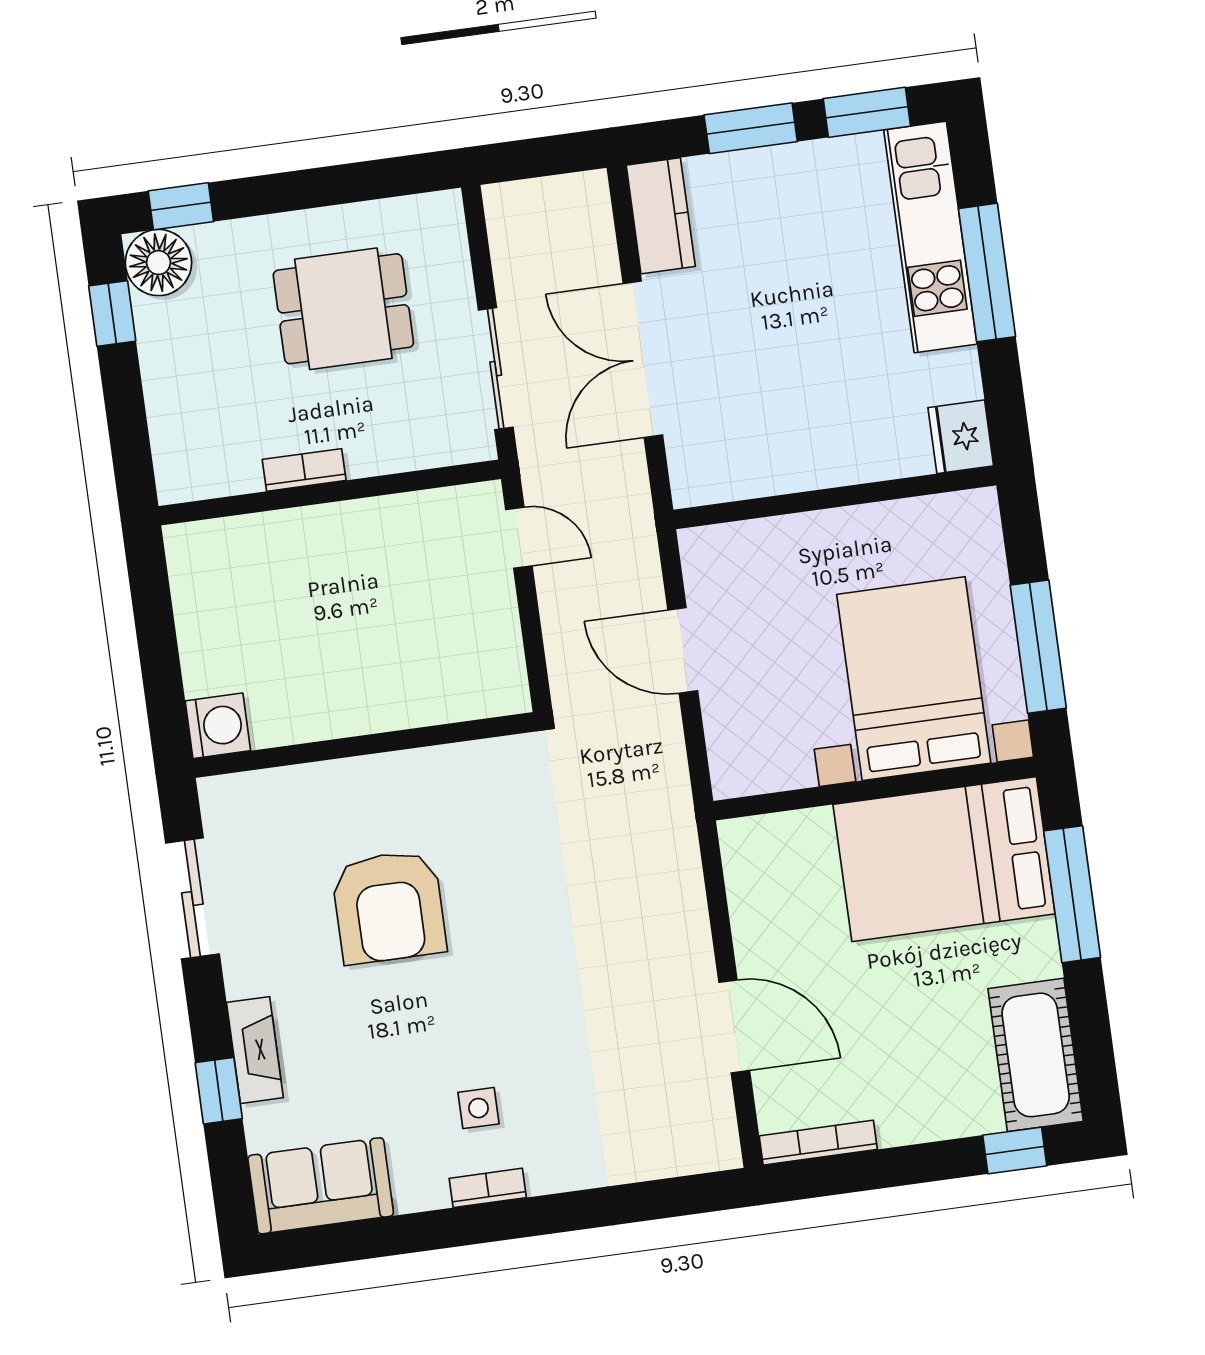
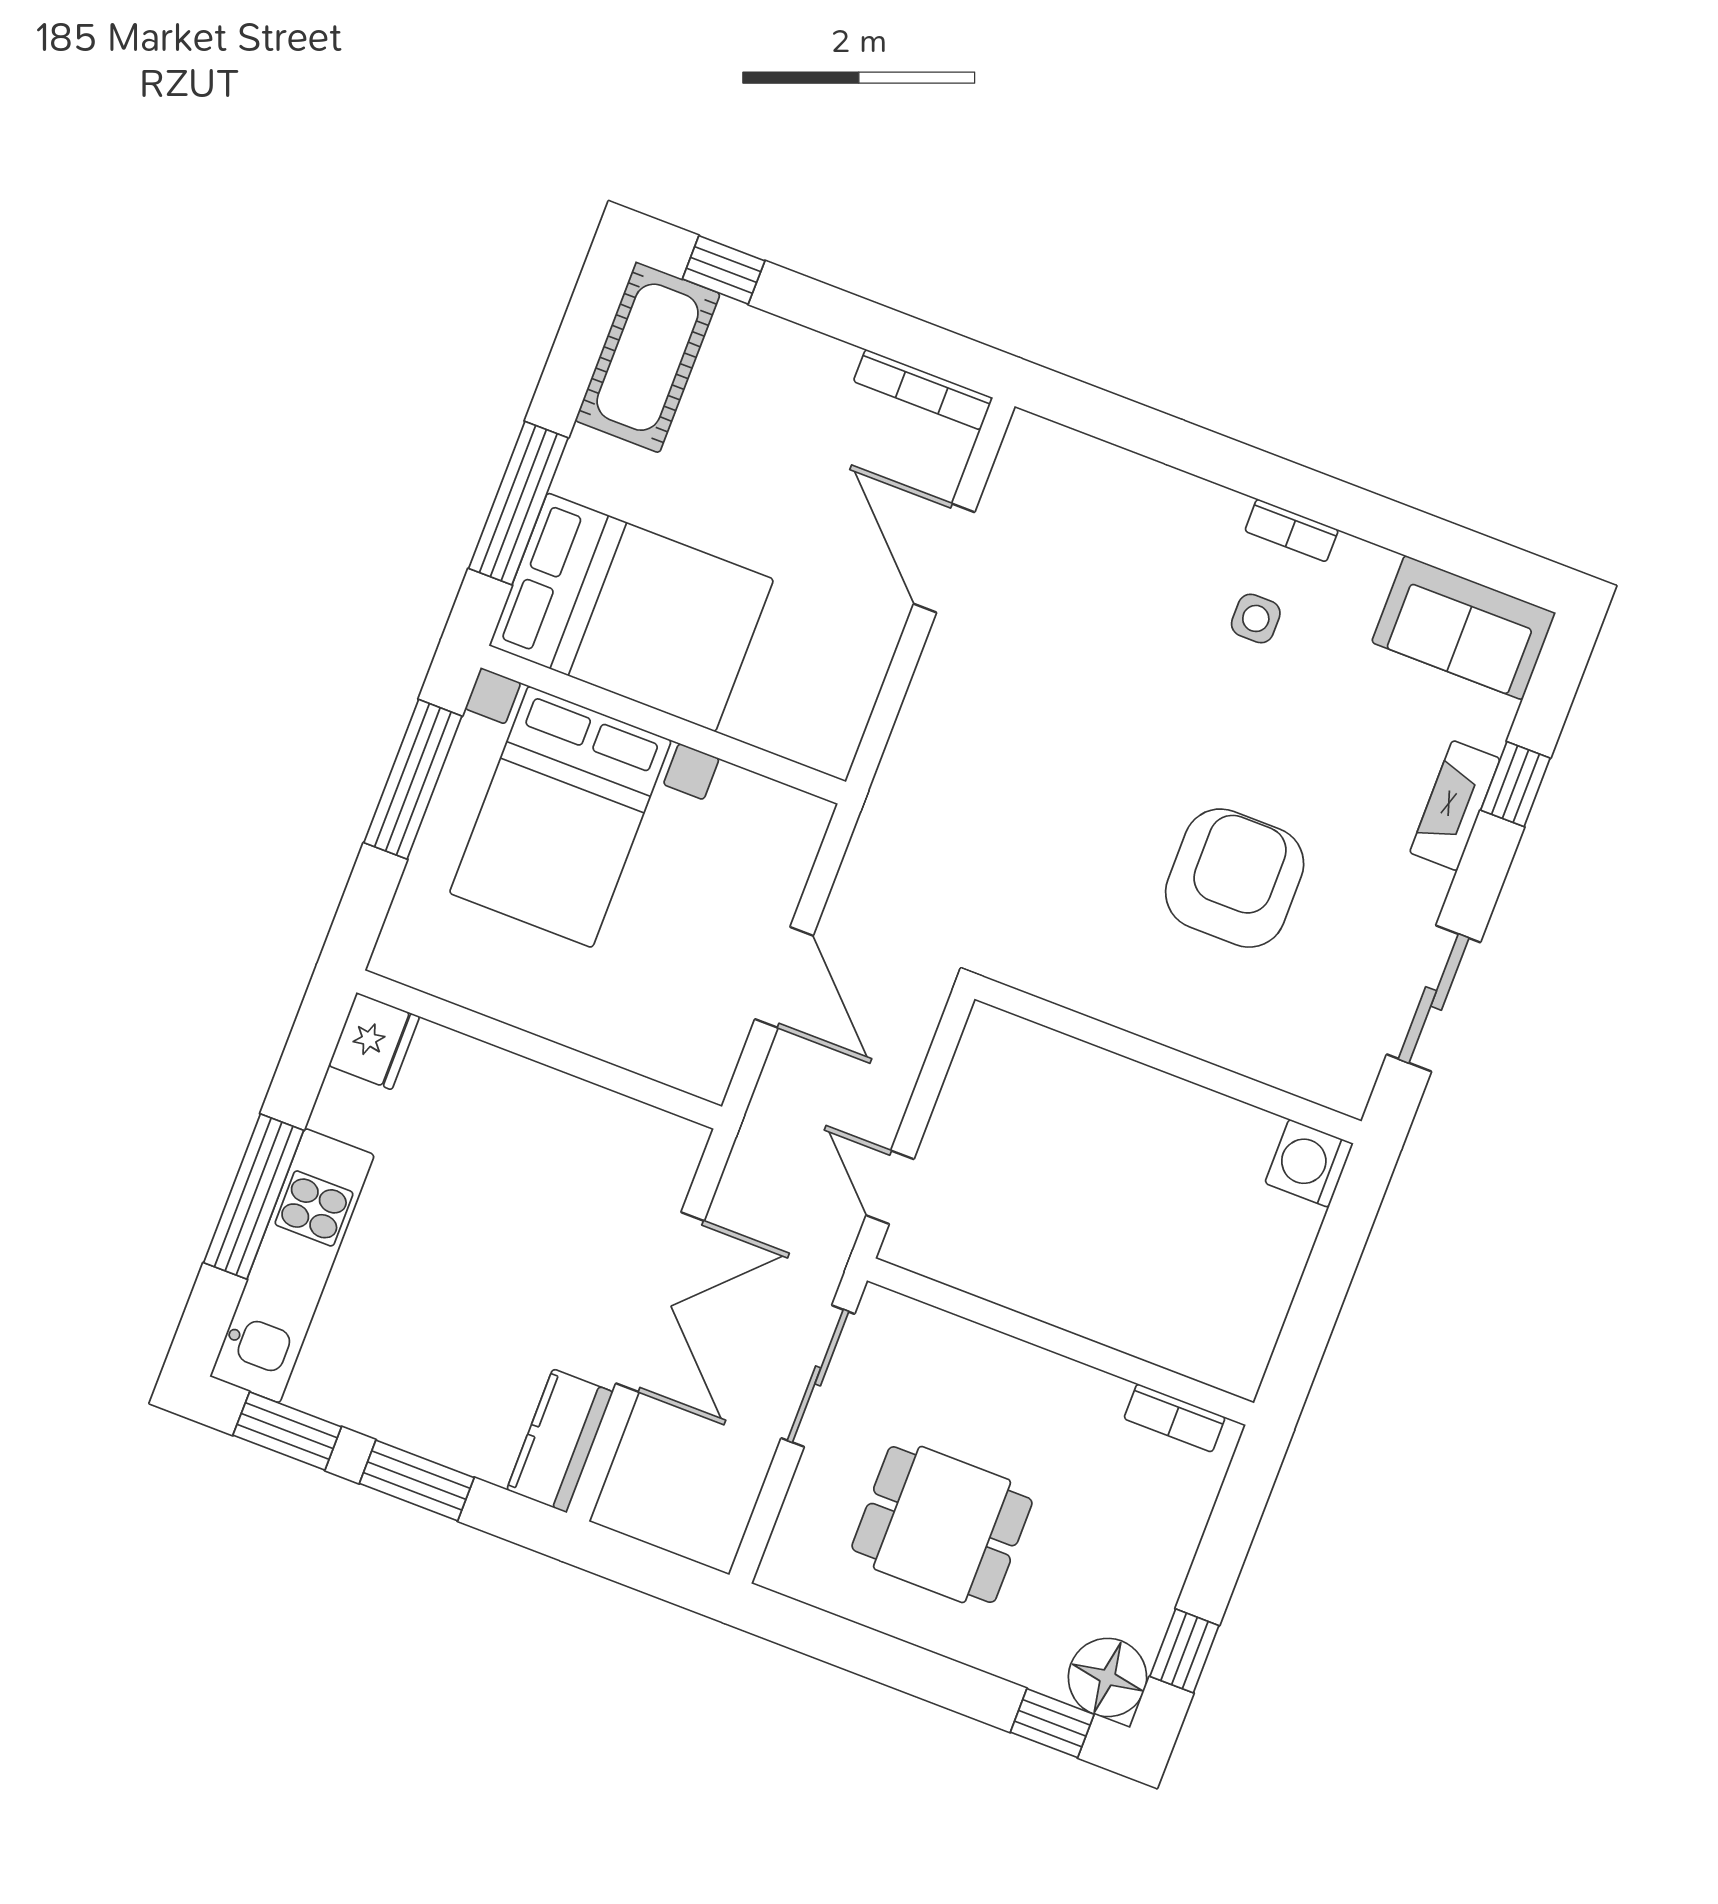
bookcase: (304, 470) -> (1175, 1418), moved

